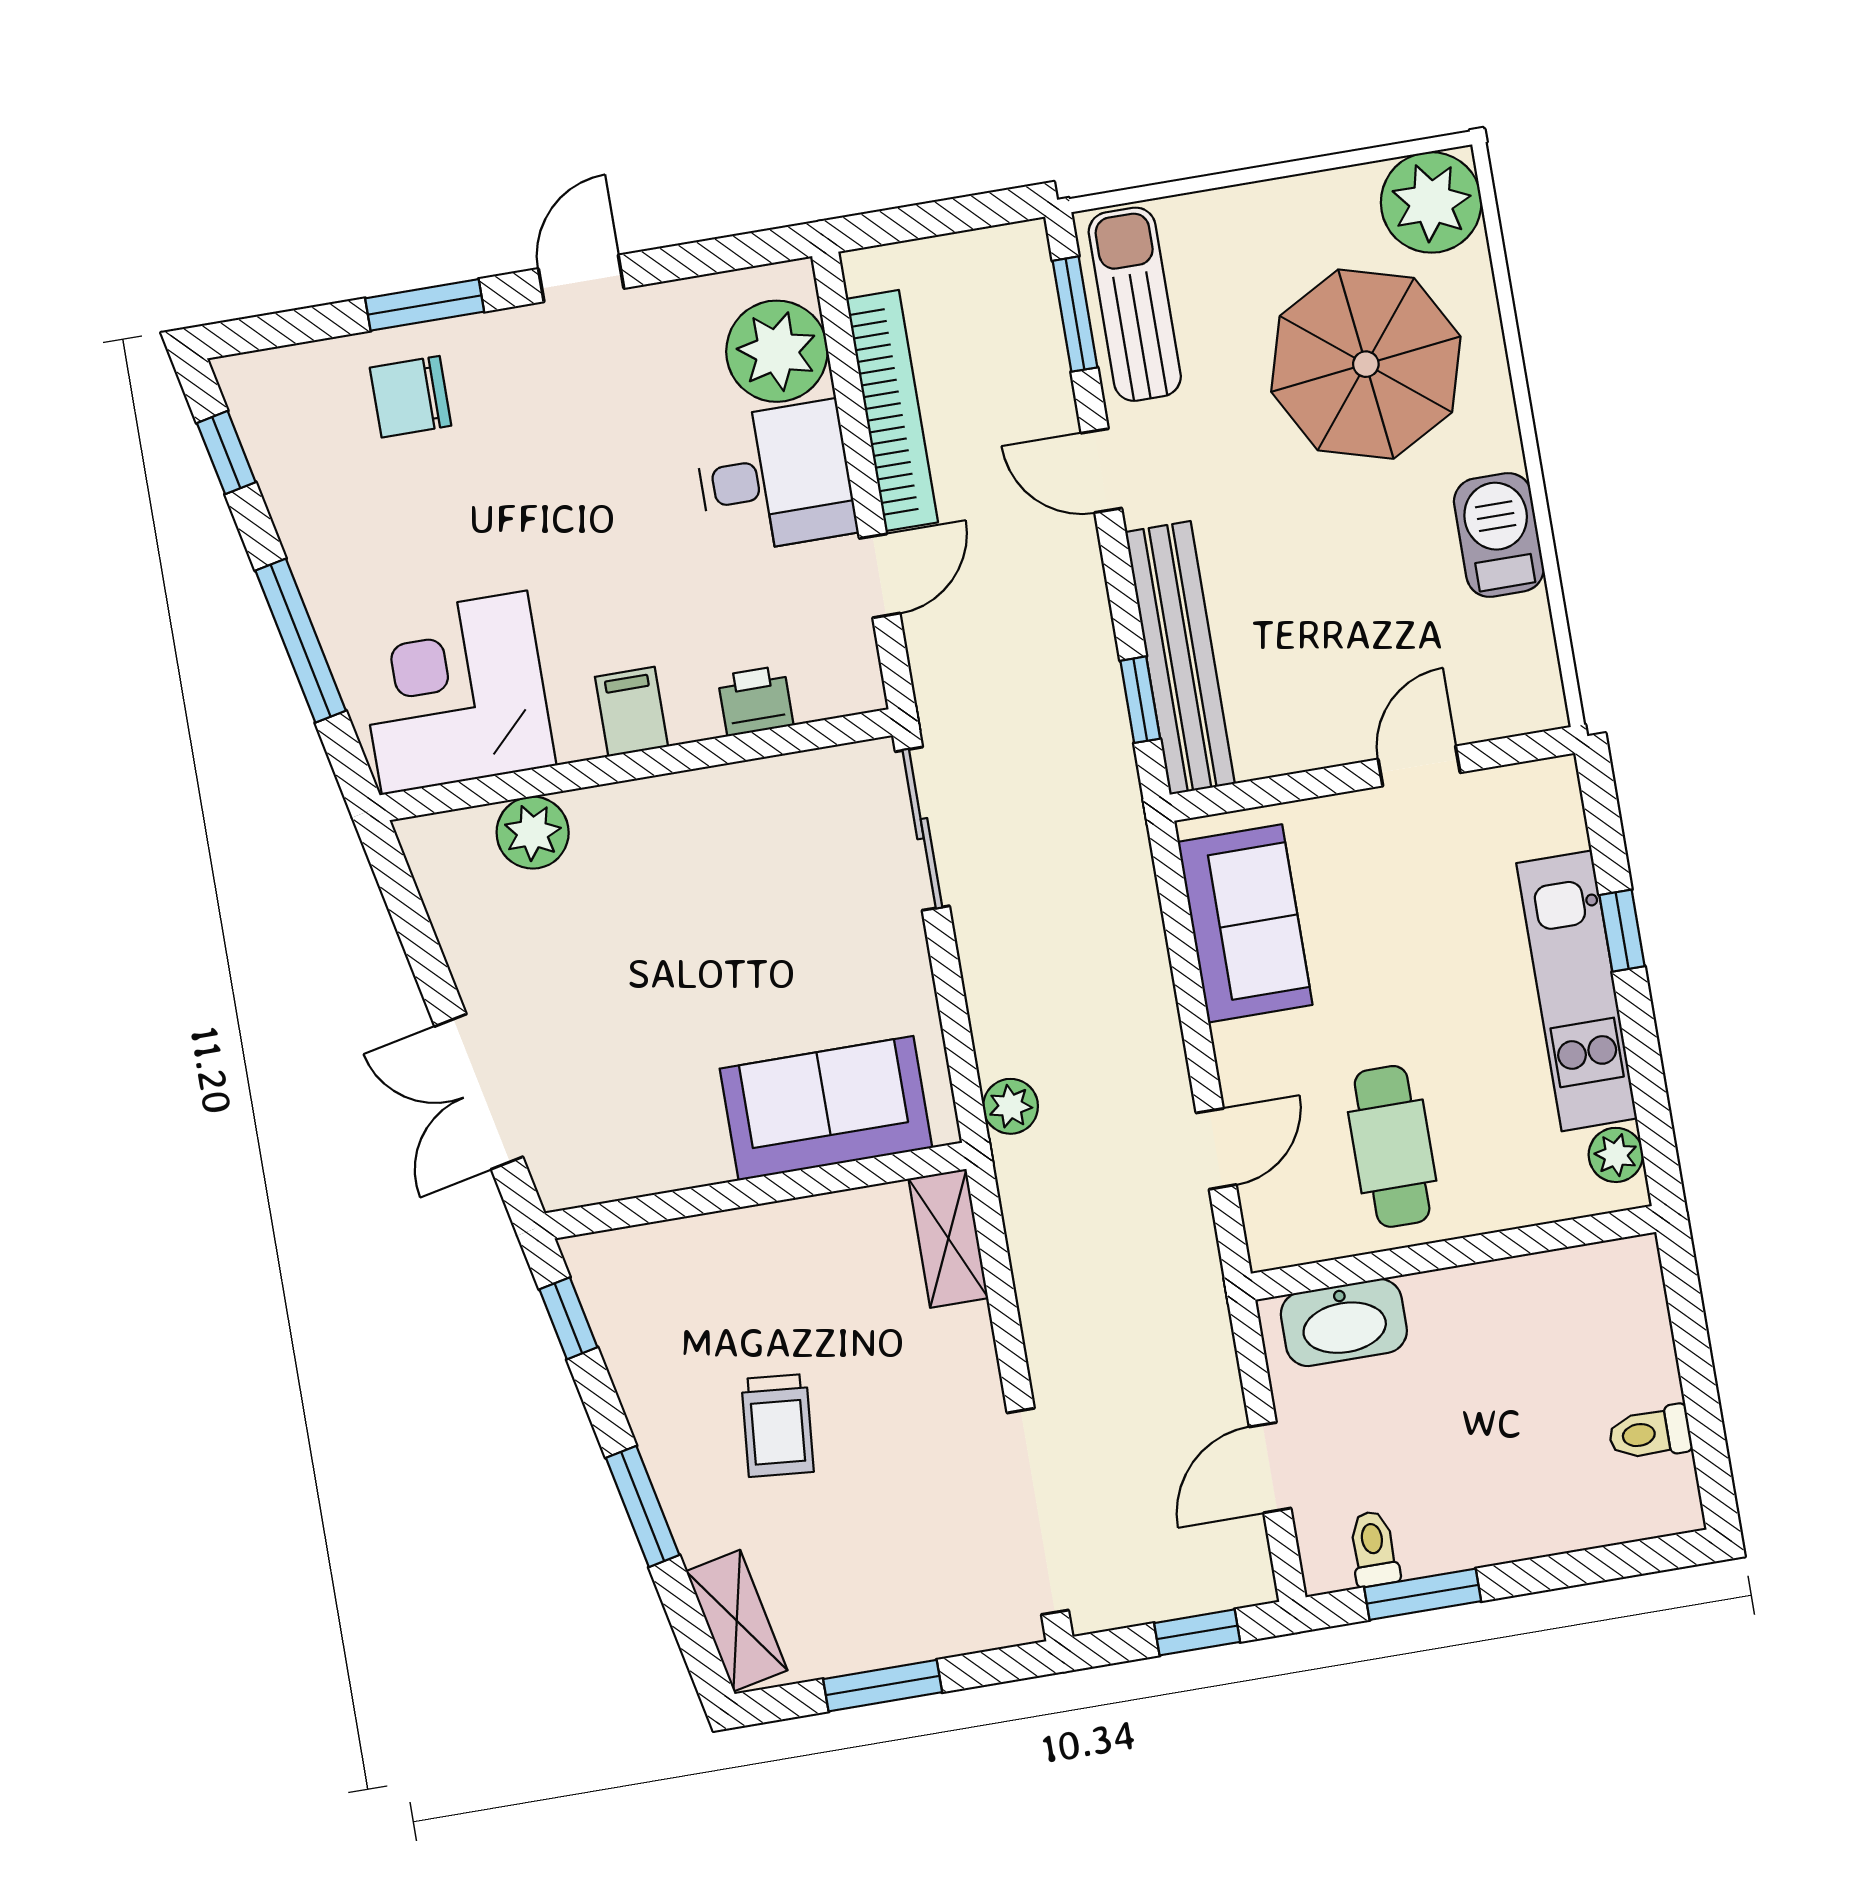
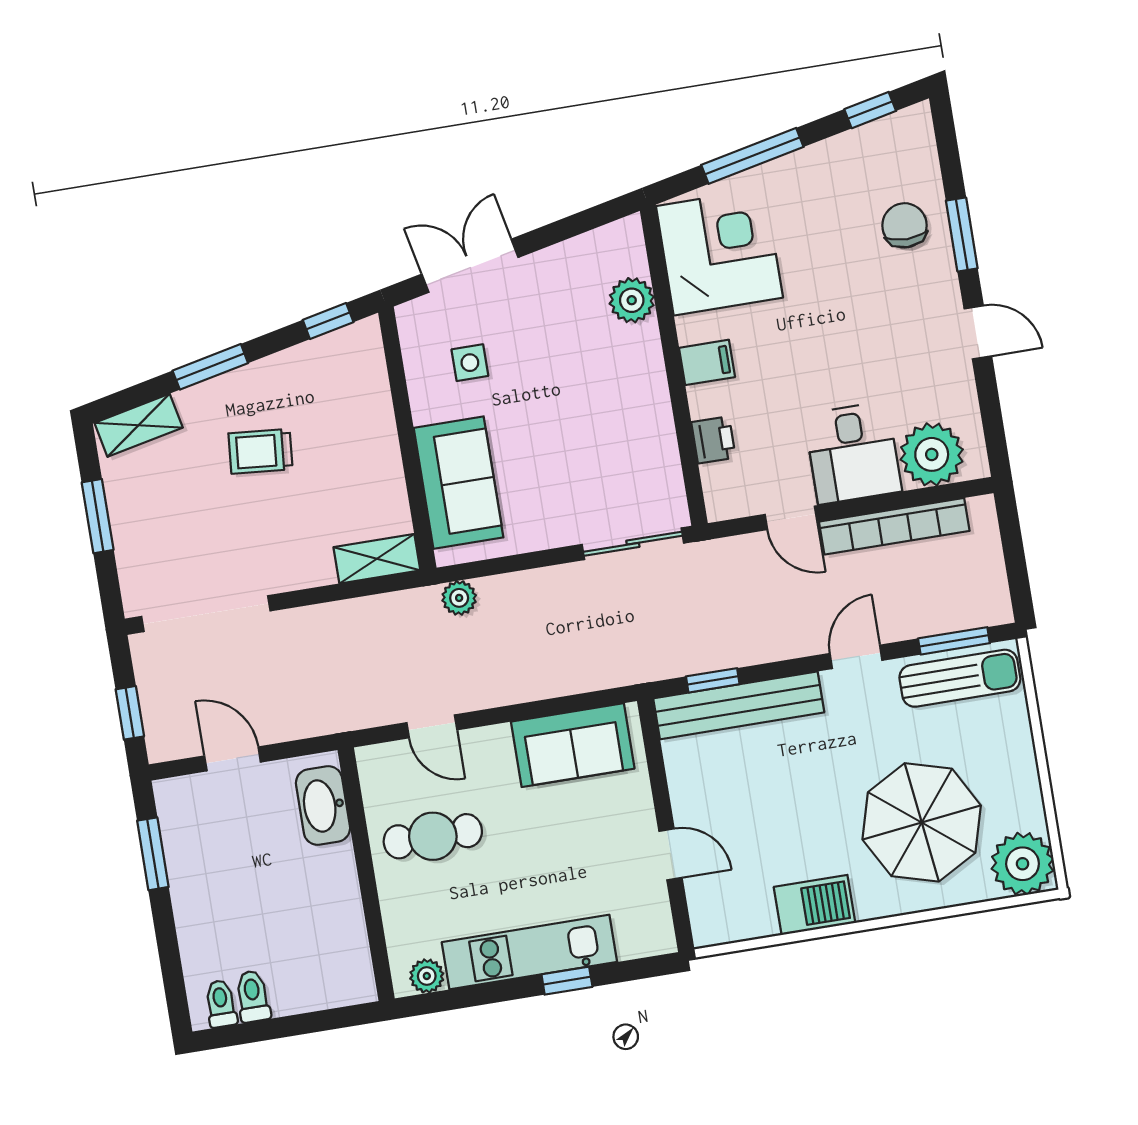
side table: (634, 1091) -> (470, 363), added
toilet: (1374, 1549) -> (221, 1004), moved, turned -90

